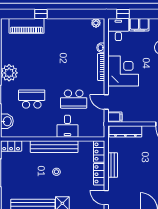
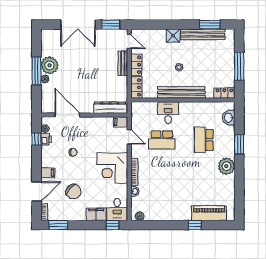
school desk: (32, 99) -> (204, 140), turned 90
school desk: (74, 99) -> (162, 140), turned 180
bench: (113, 165) -> (123, 63), moved

